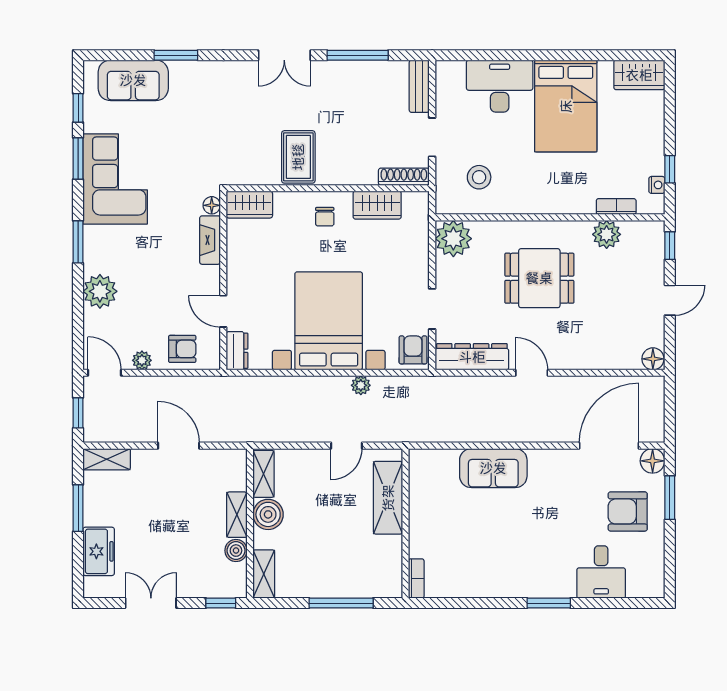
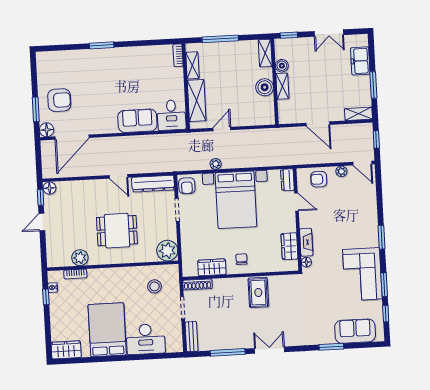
wardrobe: (249, 205) -> (289, 246), moved, turned -90
window: (670, 246) -> (40, 197), moved
plant: (100, 291) -> (368, 210), removed
shelving: (263, 474) -> (192, 65), moved
desk: (601, 572) -> (171, 115), moved, turned 180

